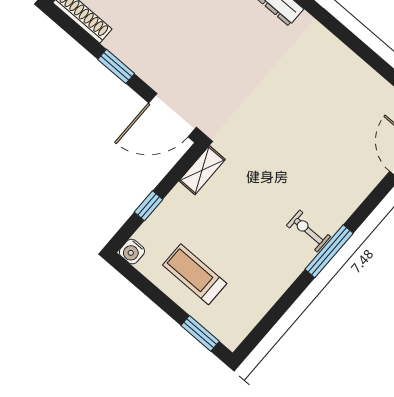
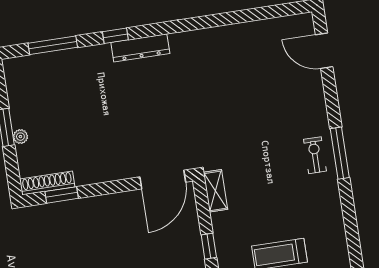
window: (116, 66) -> (62, 195), moved
exercise bike: (308, 231) -> (315, 155), turned 90

